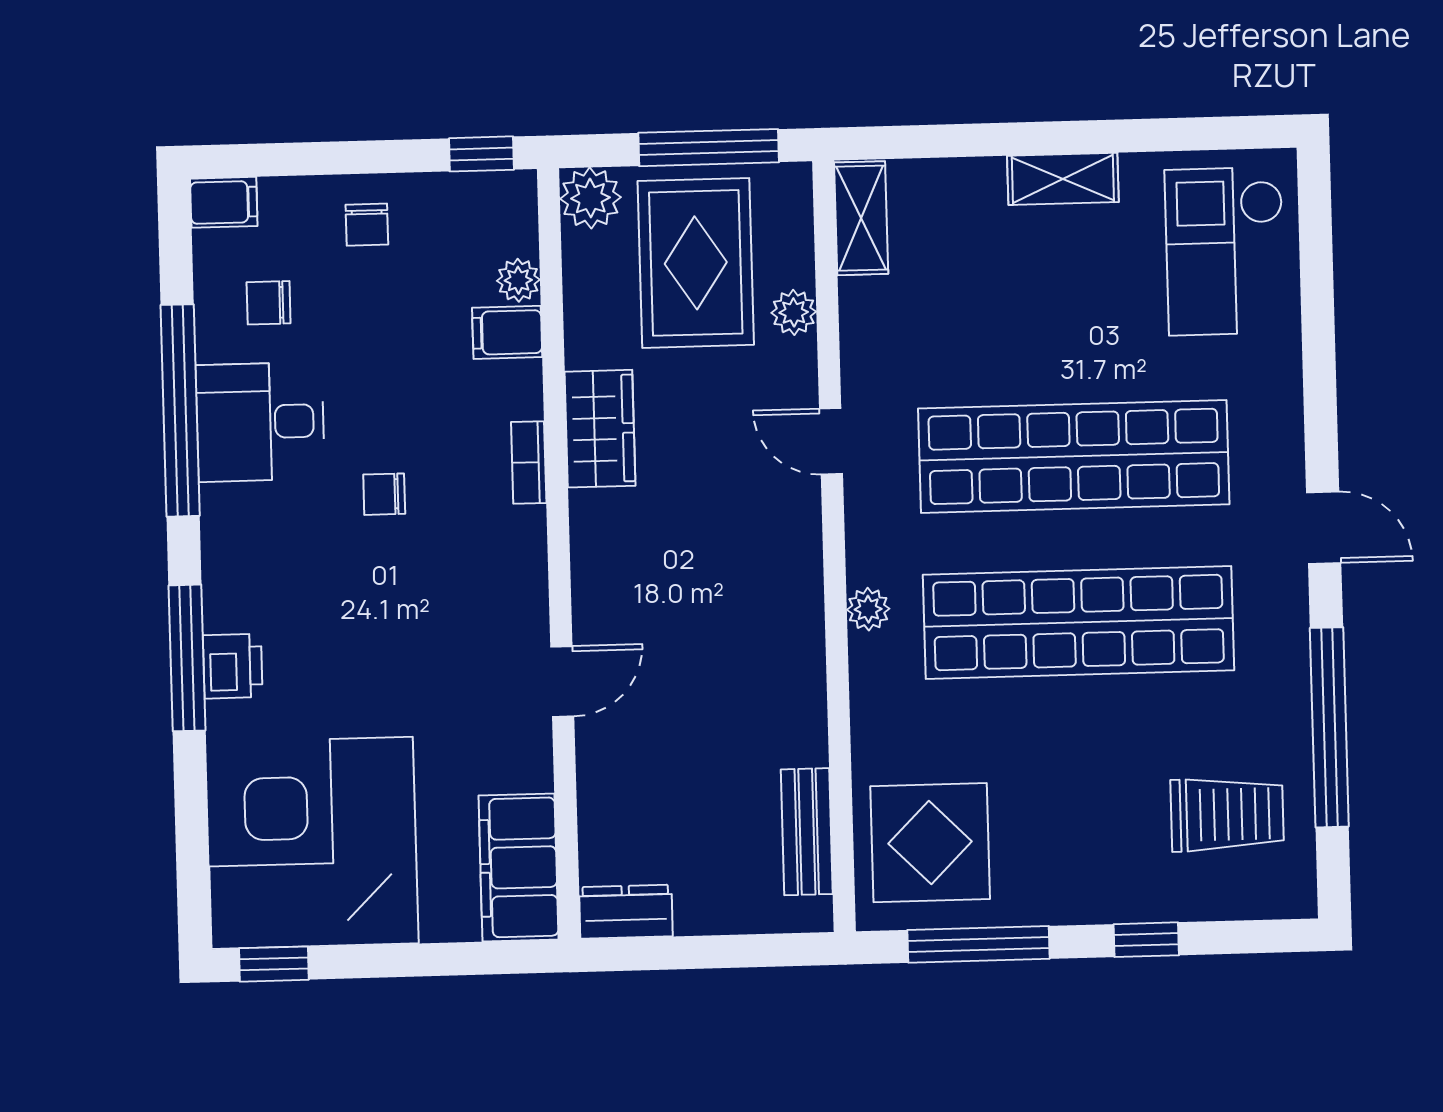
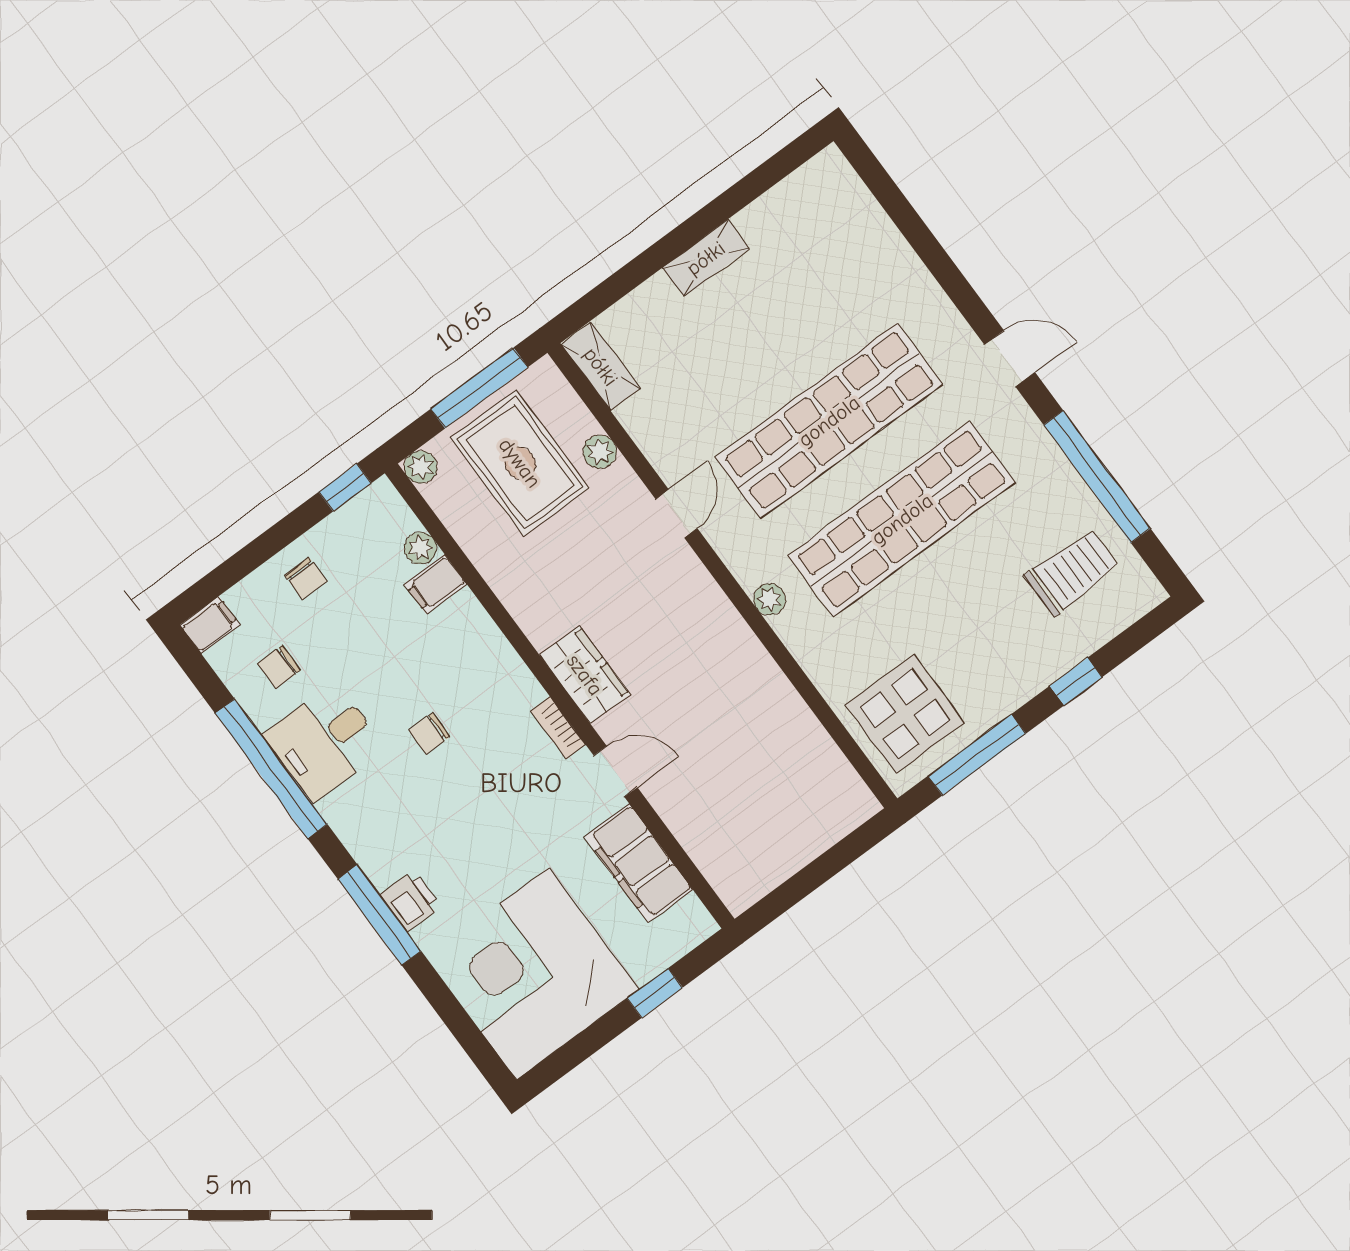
plant: (590, 198) -> (421, 467), width x0.73, depth x0.73
checkout: (1225, 251) -> (834, 233), removed
wardrobe: (600, 429) -> (585, 675), moved
door: (831, 441) -> (676, 514), swing flipped
bookcase: (529, 463) -> (558, 728), moved
door: (562, 681) -> (615, 771), hinge flipped
bench: (807, 832) -> (826, 759), removed
filing cabinet: (518, 867) -> (639, 863), moved
dresser: (626, 912) -> (751, 883), removed
window: (274, 964) -> (655, 993), moved

